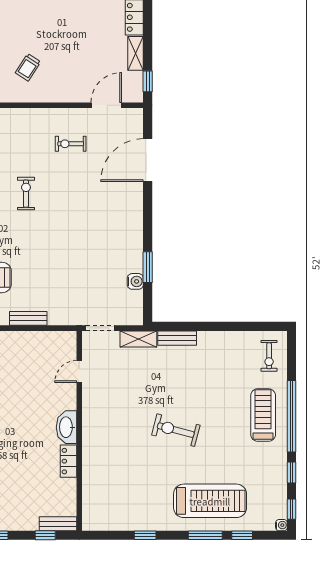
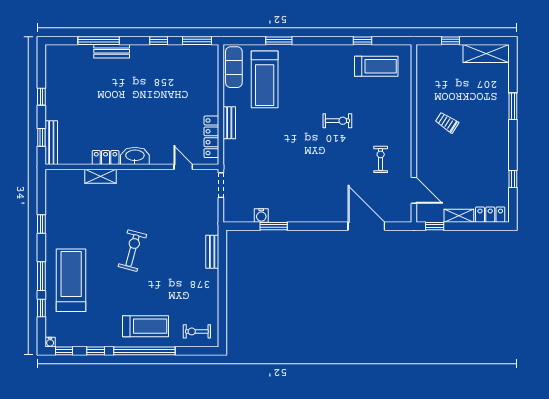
locker: (45, 339) -> (211, 137), added
shelving: (138, 339) -> (100, 176), moved, turned 90
treadmill: (210, 501) -> (71, 280), turned 180
bench: (58, 524) -> (51, 143), width x1.36

